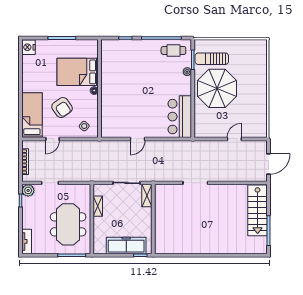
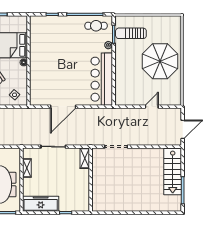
parasol: (217, 88) -> (160, 61), moved
bar counter: (180, 117) -> (102, 79), width x1.36
door: (138, 139) -> (63, 107), width x1.87
shelving: (147, 196) -> (85, 158), moved
wall: (153, 219) -> (91, 180), moved
freezer: (126, 245) -> (41, 204), moved

